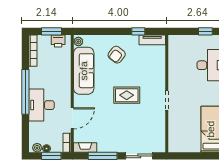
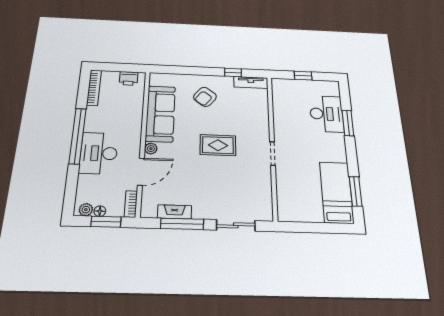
window: (51, 31) -> (121, 67), removed
window: (205, 31) -> (303, 76), moved
plant: (78, 42) -> (151, 149), moved
fireplace: (85, 148) -> (175, 212), moved

